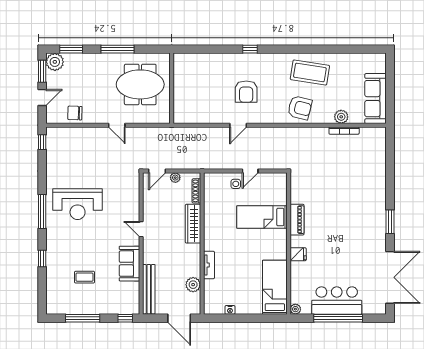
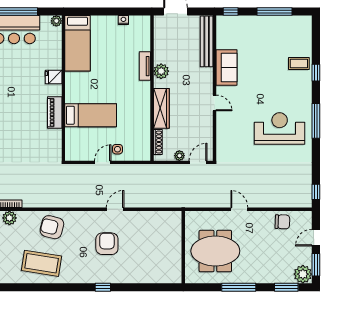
coffee table: (85, 277) -> (299, 63), moved
plant: (193, 285) -> (161, 71), moved

